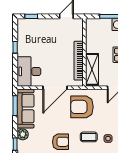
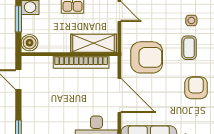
boiler: (92, 24) -> (30, 43), added
armchair: (82, 107) -> (147, 57), turned -90

